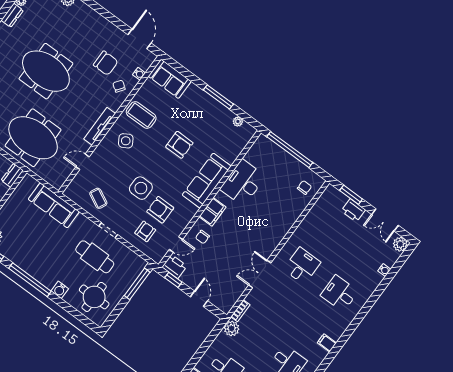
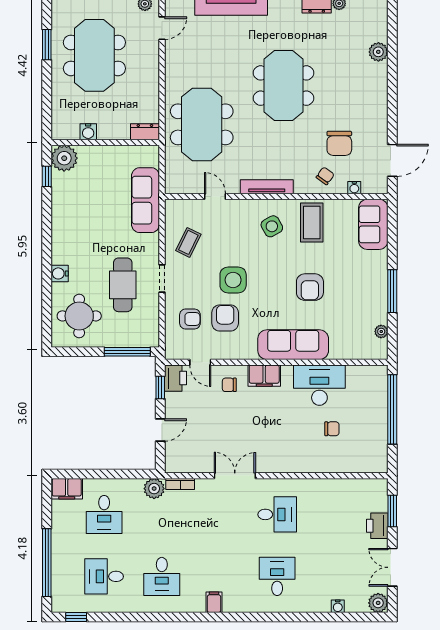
chair: (304, 187) -> (332, 429), moved
window: (30, 280) -> (47, 233), removed

